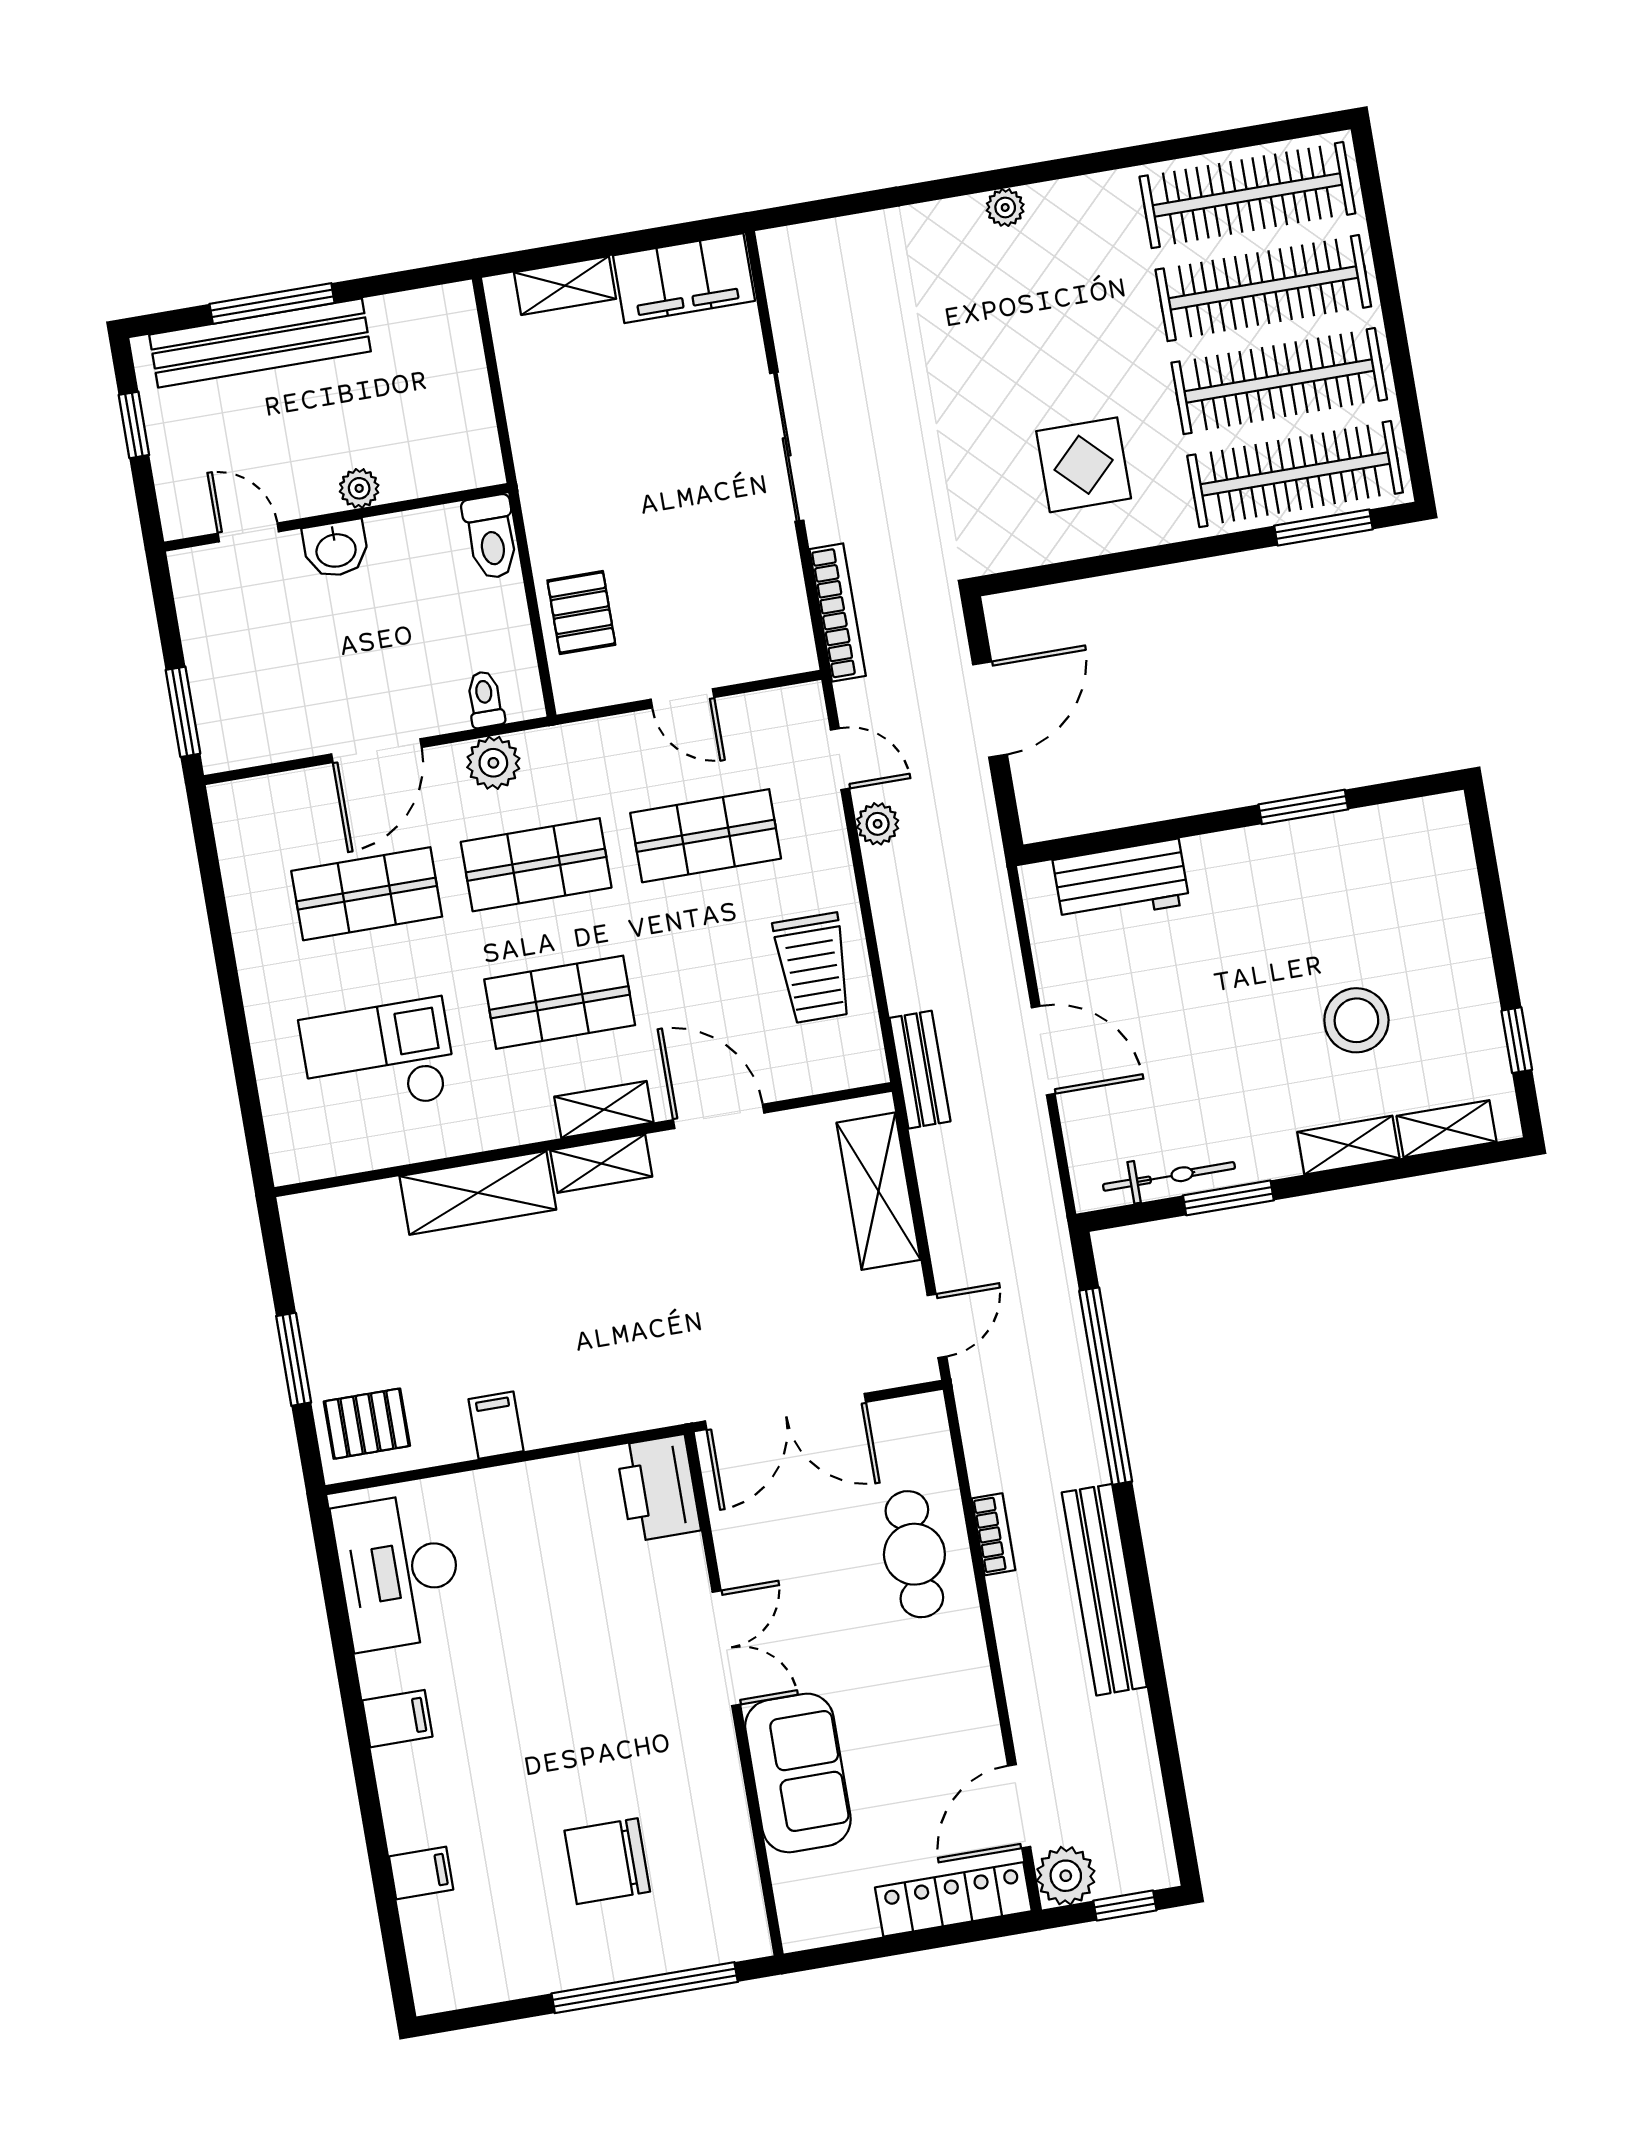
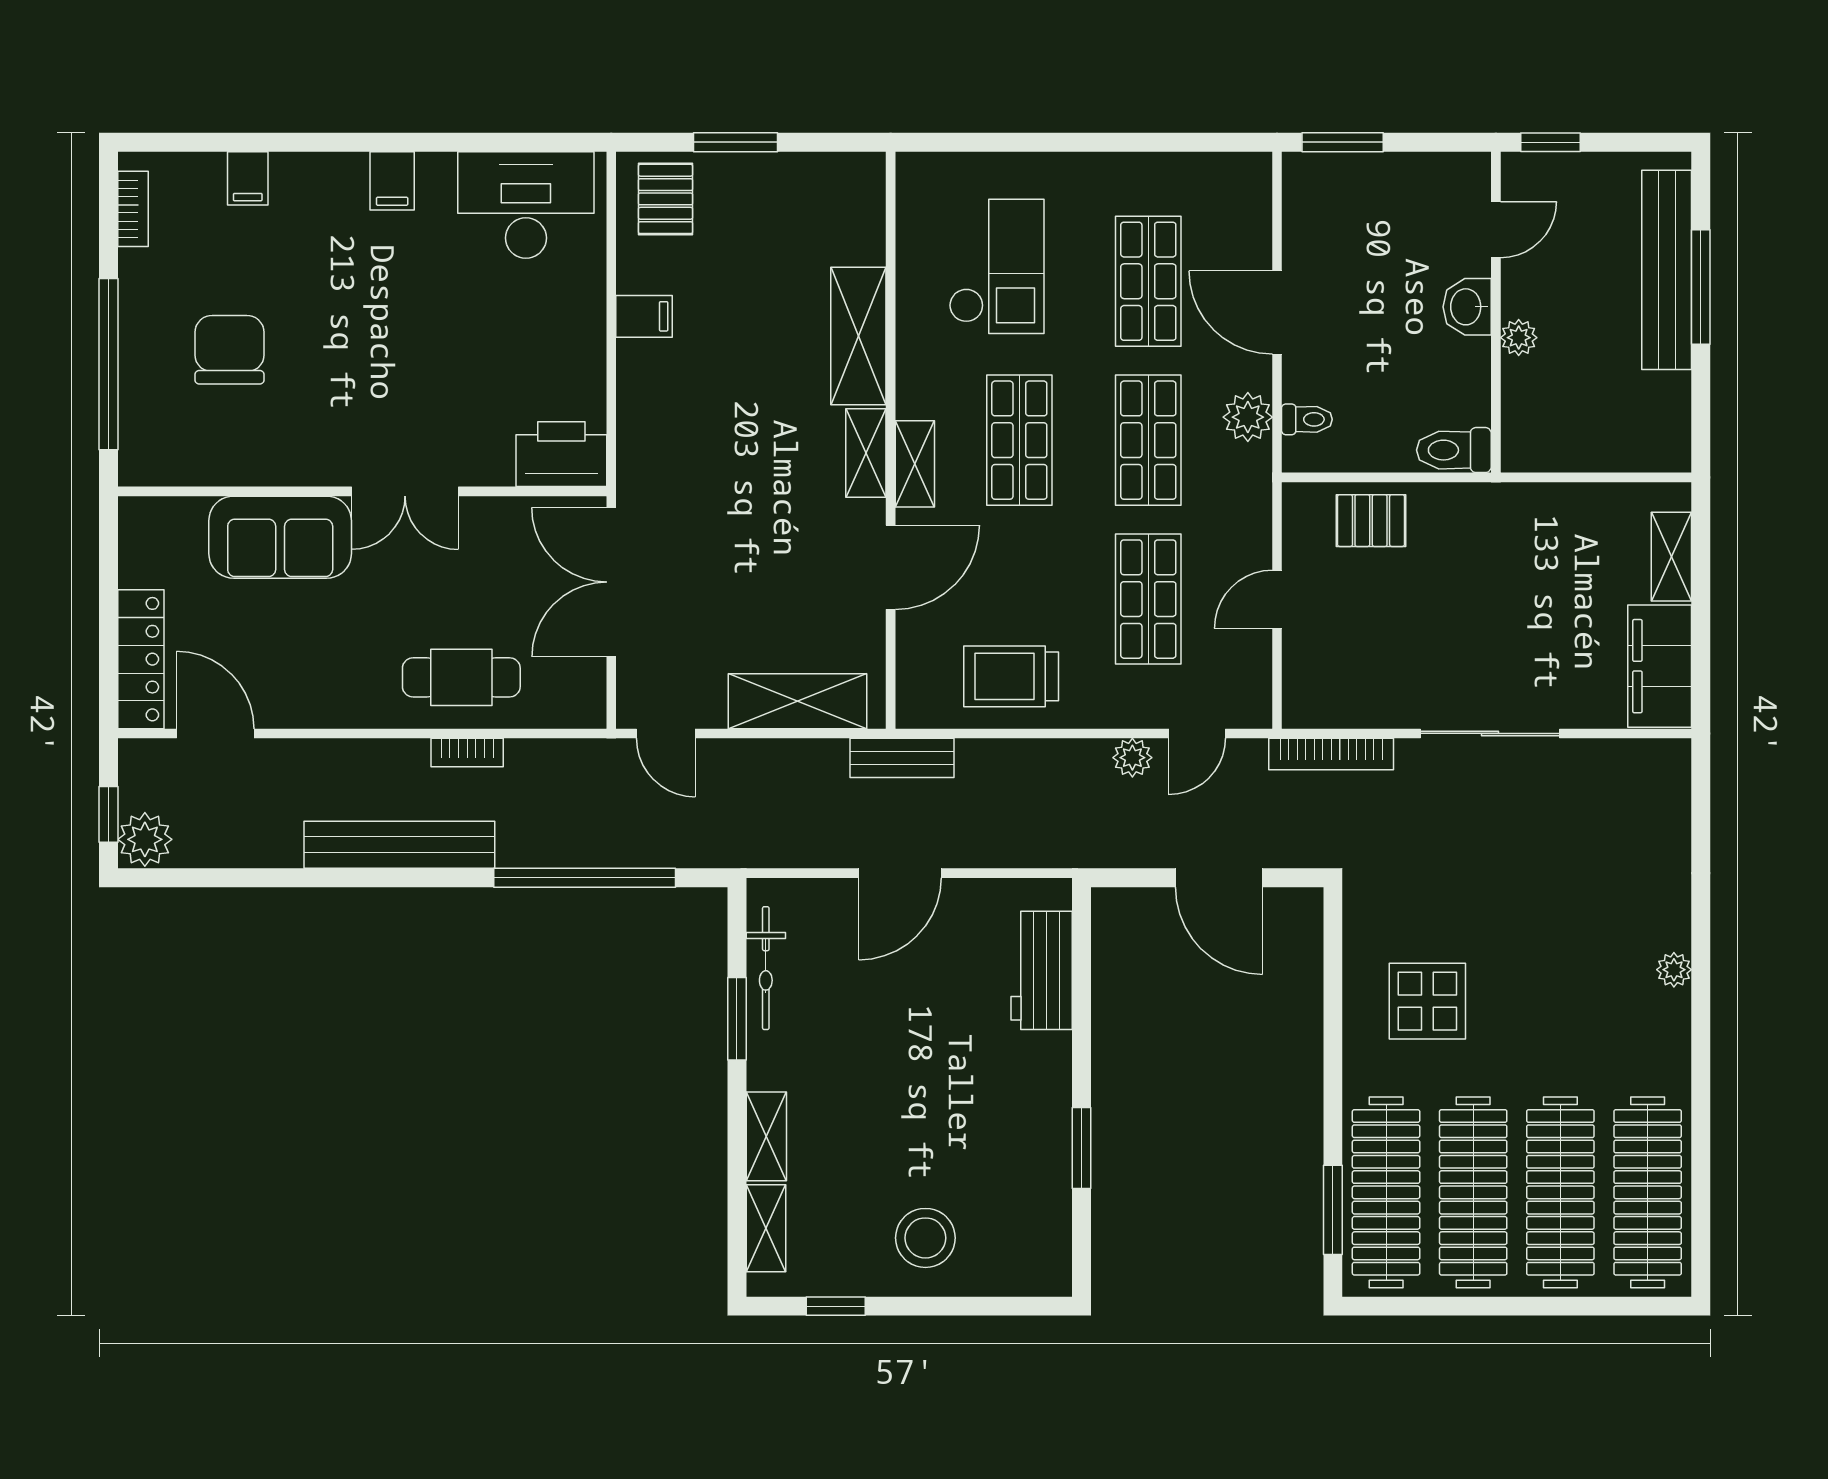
window: (134, 425) -> (1550, 142), moved
stool: (1356, 1020) -> (925, 1238), moved
plant: (1066, 1876) -> (145, 839), moved
bookcase: (475, 1990) -> (133, 209), added

